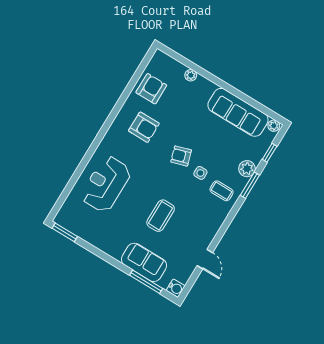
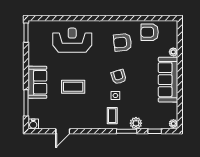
armchair: (151, 89) -> (150, 32), turned 180
sofa: (238, 112) -> (168, 80), moved
armchair: (144, 127) -> (123, 42), turned 84
sofa: (144, 262) -> (37, 82), moved

